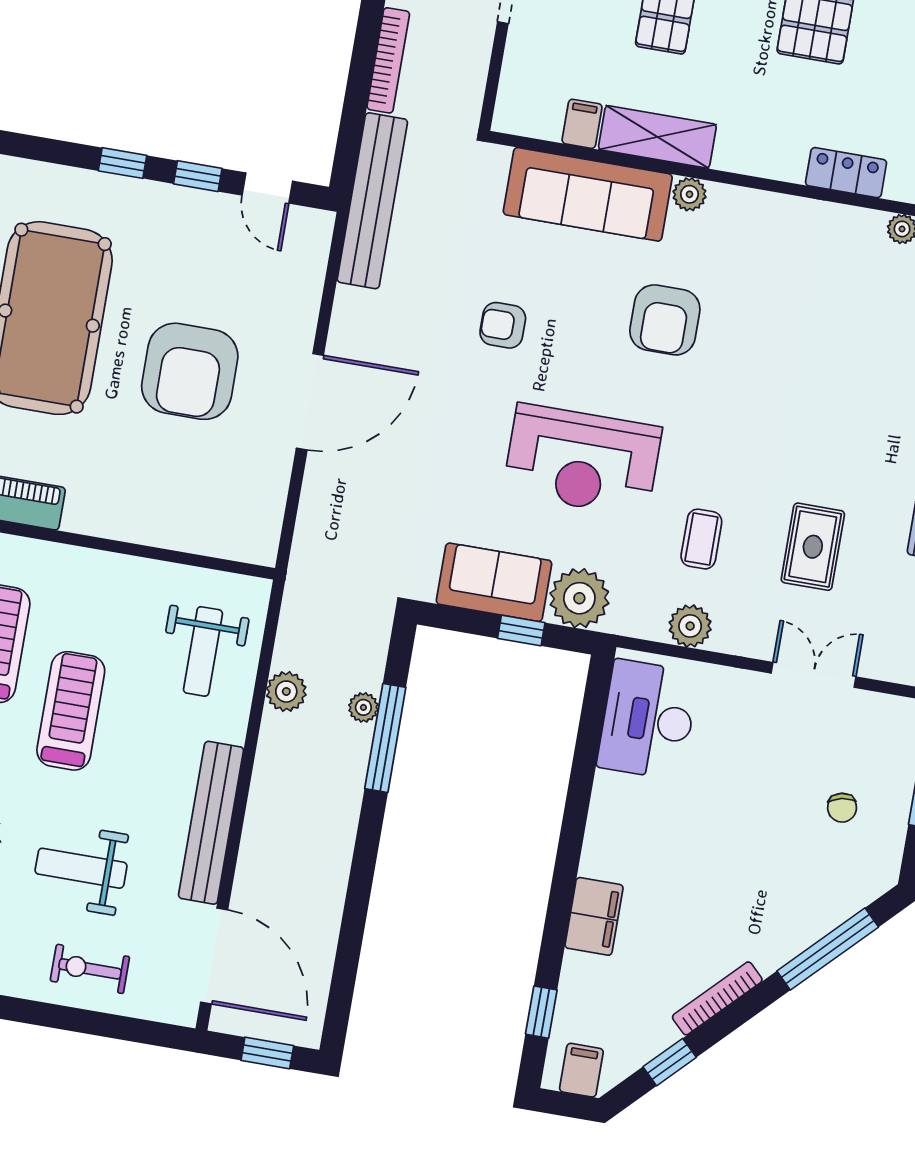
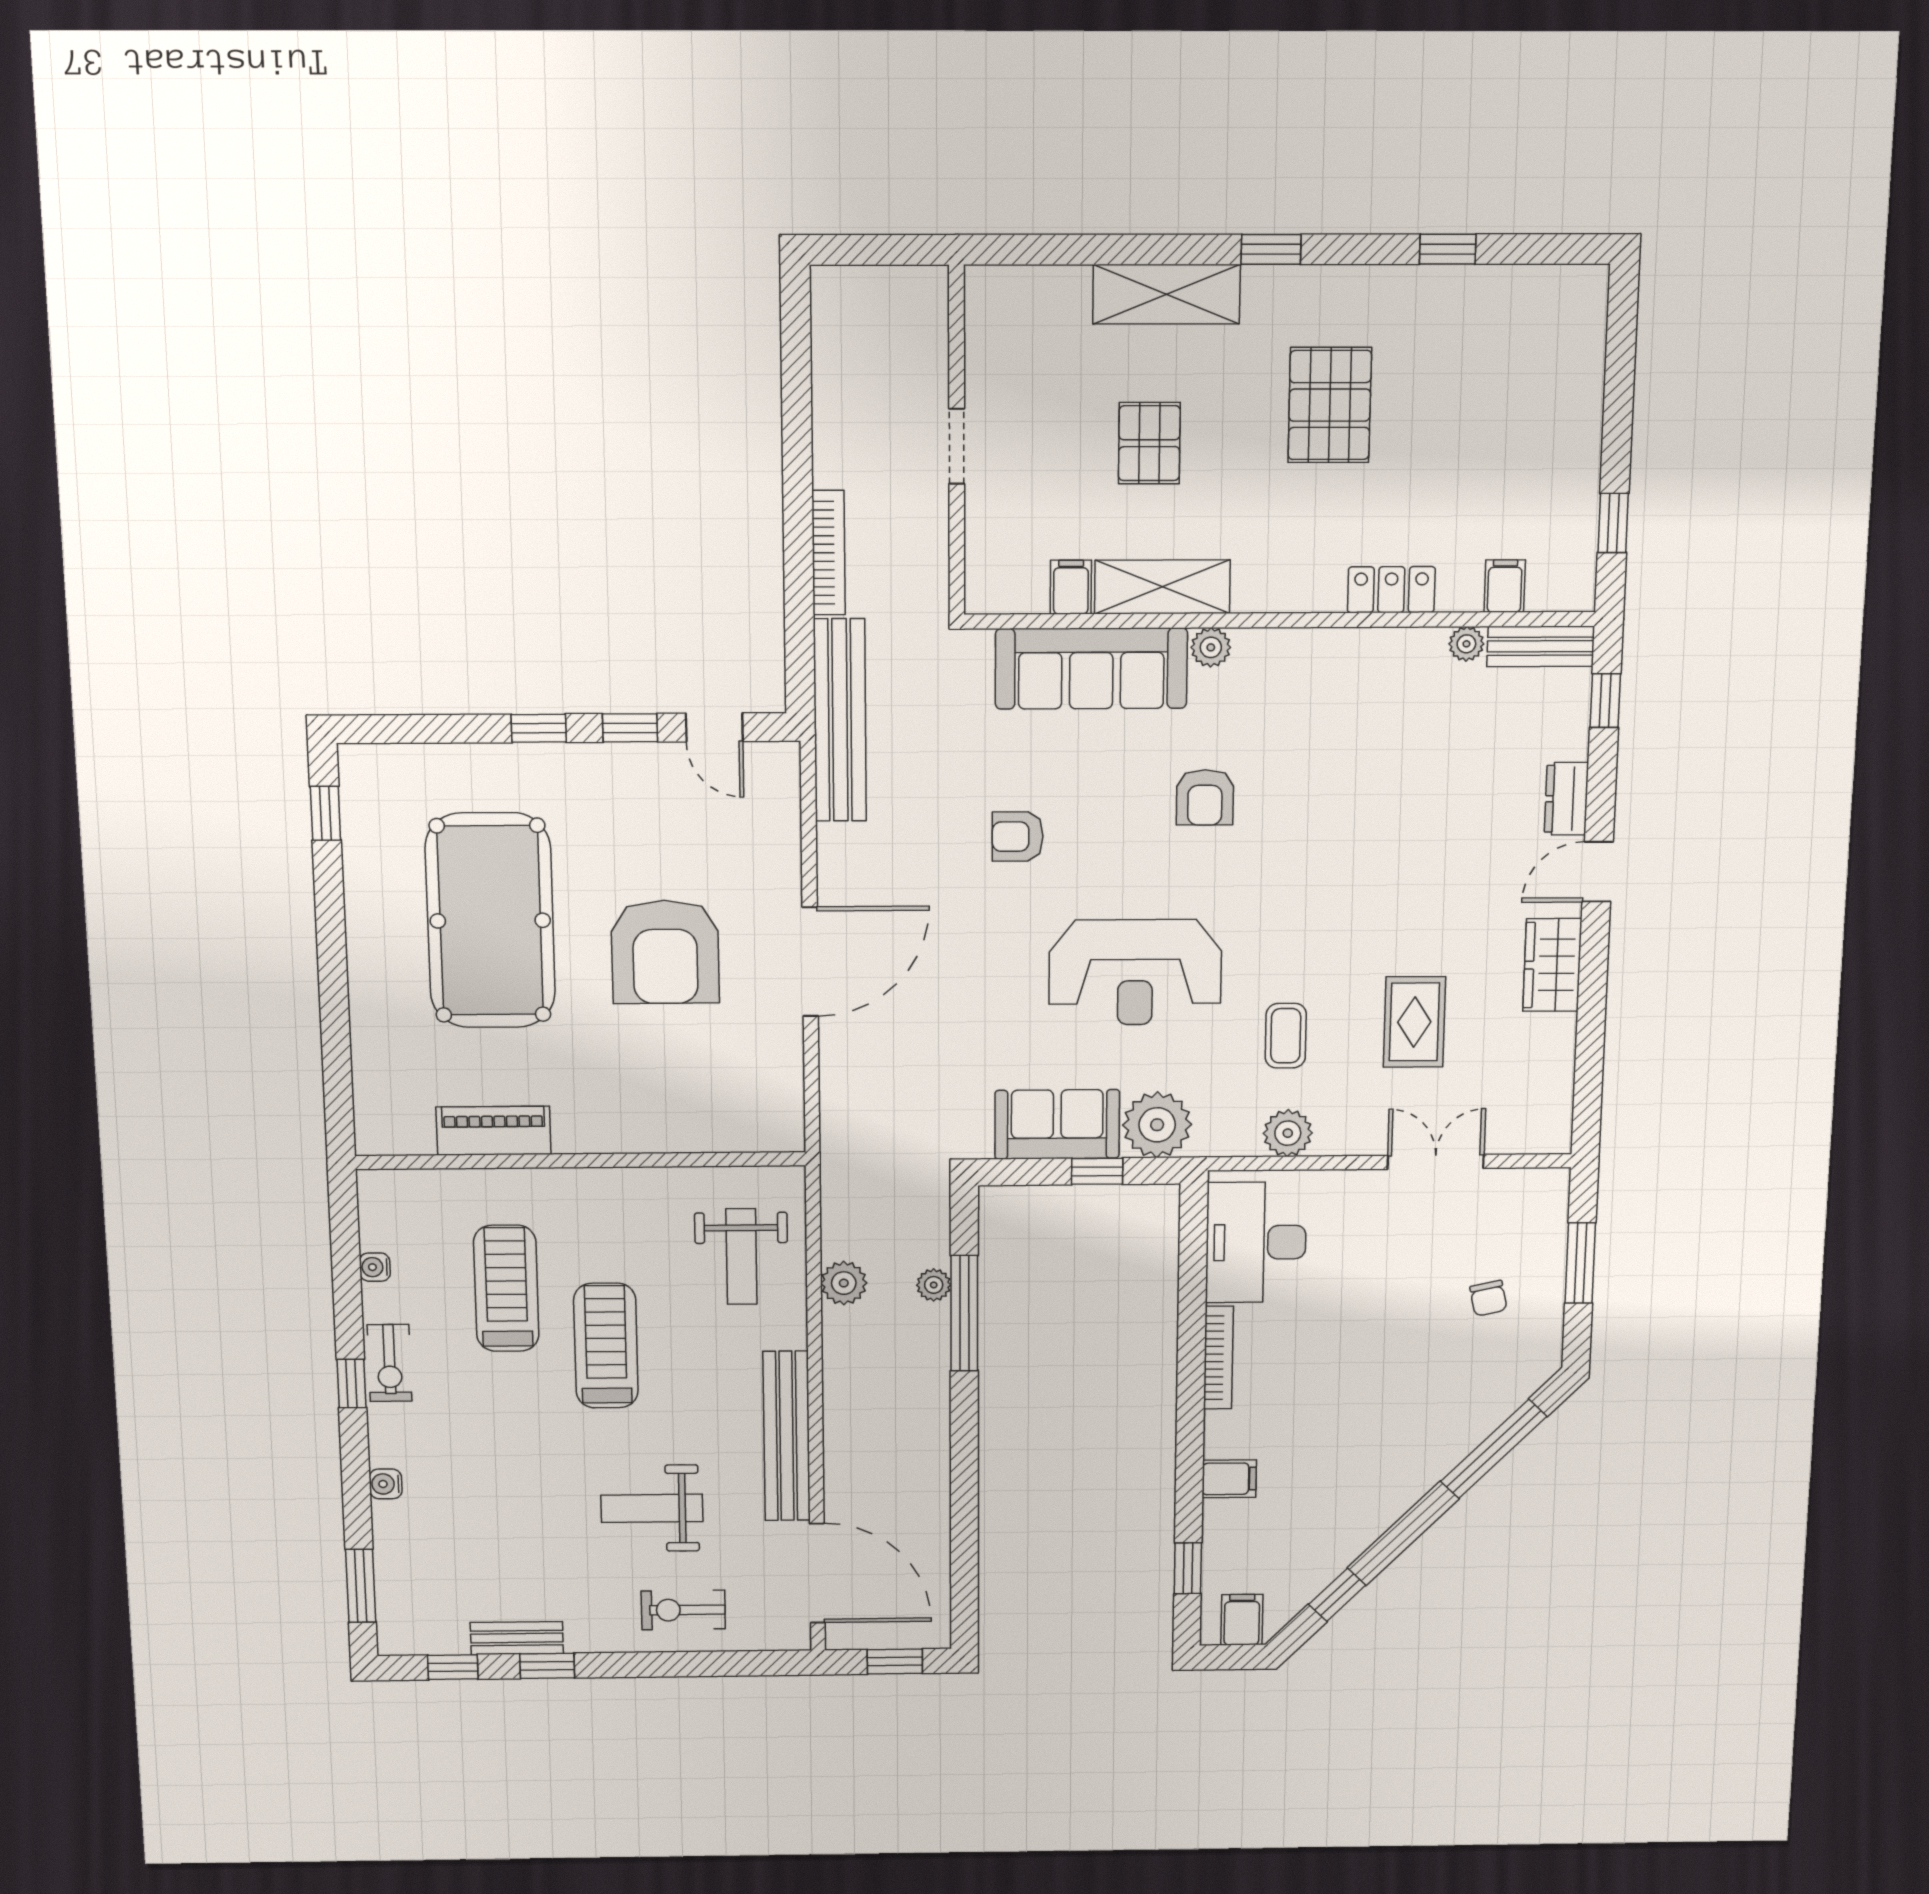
armchair: (665, 320) -> (1205, 797), width x0.72, depth x0.72
filing cabinet: (594, 916) -> (1229, 1479), width x0.50
bookcase: (717, 998) -> (1218, 1358), moved, turned 135

